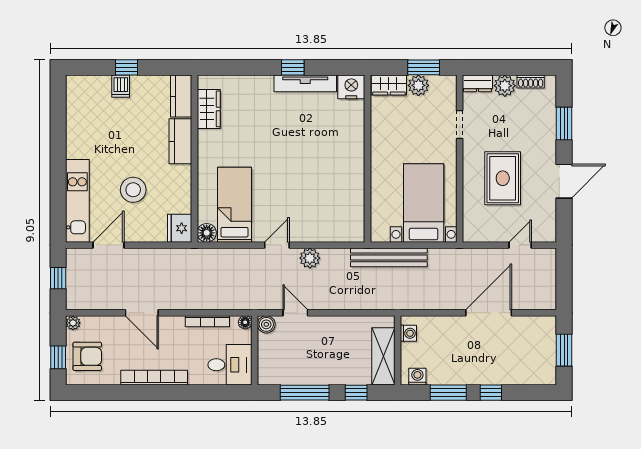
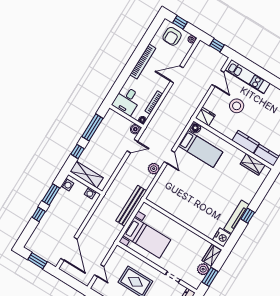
door: (489, 313) -> (69, 249), moved

